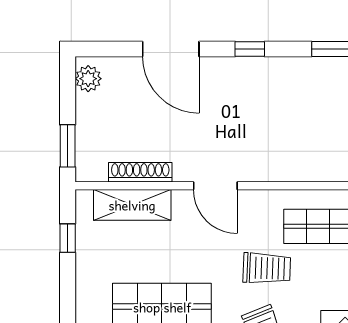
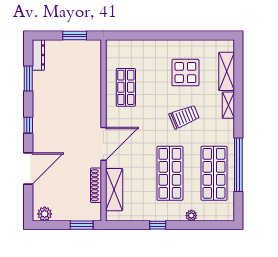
door: (215, 186) -> (103, 144), width x1.36
window: (68, 238) -> (158, 225), moved
trolley: (267, 268) -> (149, 116), removed

